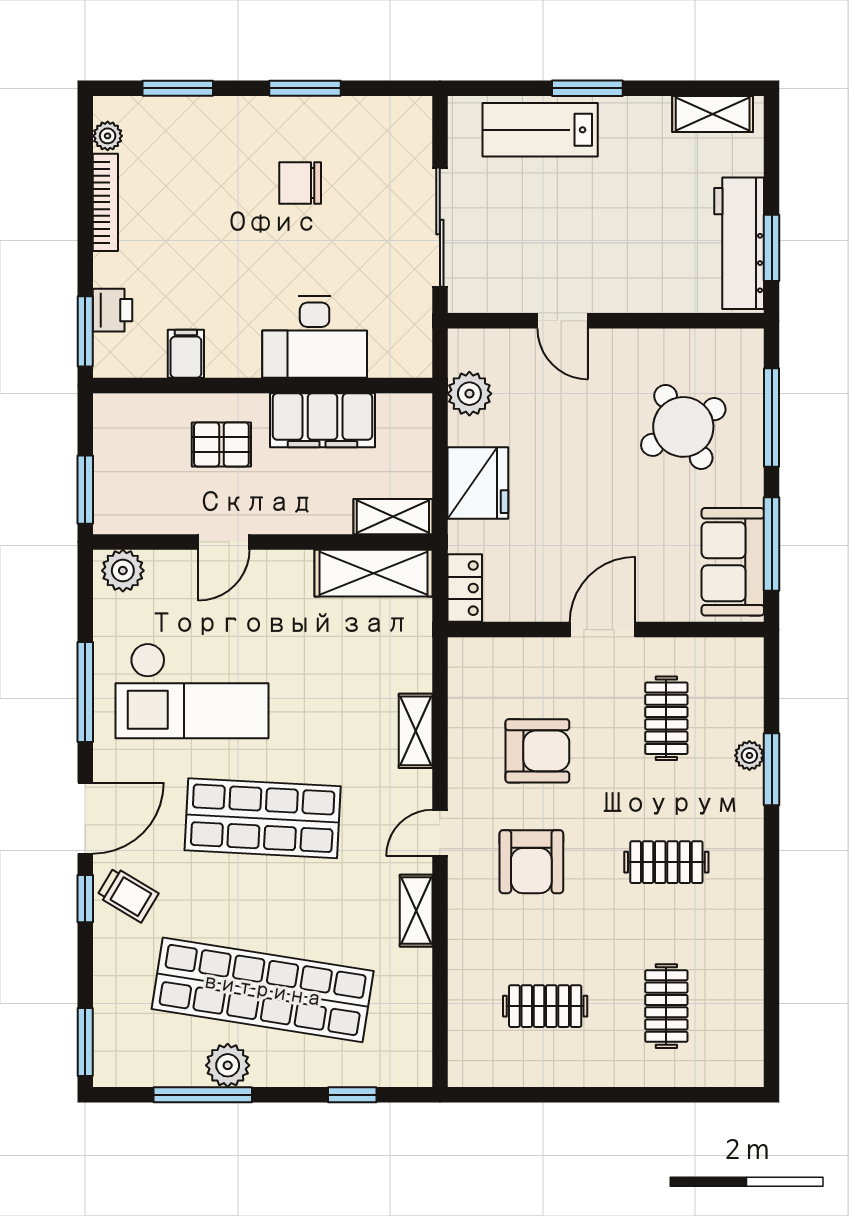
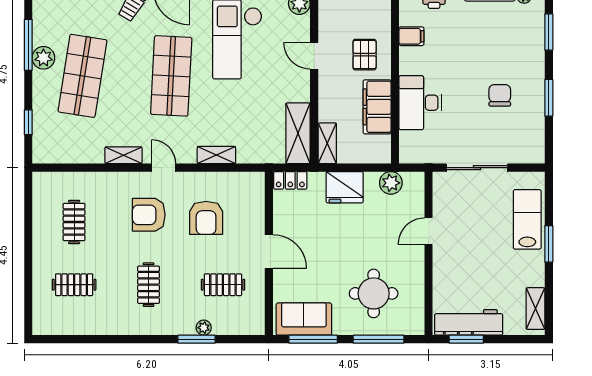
round table: (683, 427) -> (374, 293), turned 30
shop shelf: (263, 990) -> (82, 76), width x0.71

